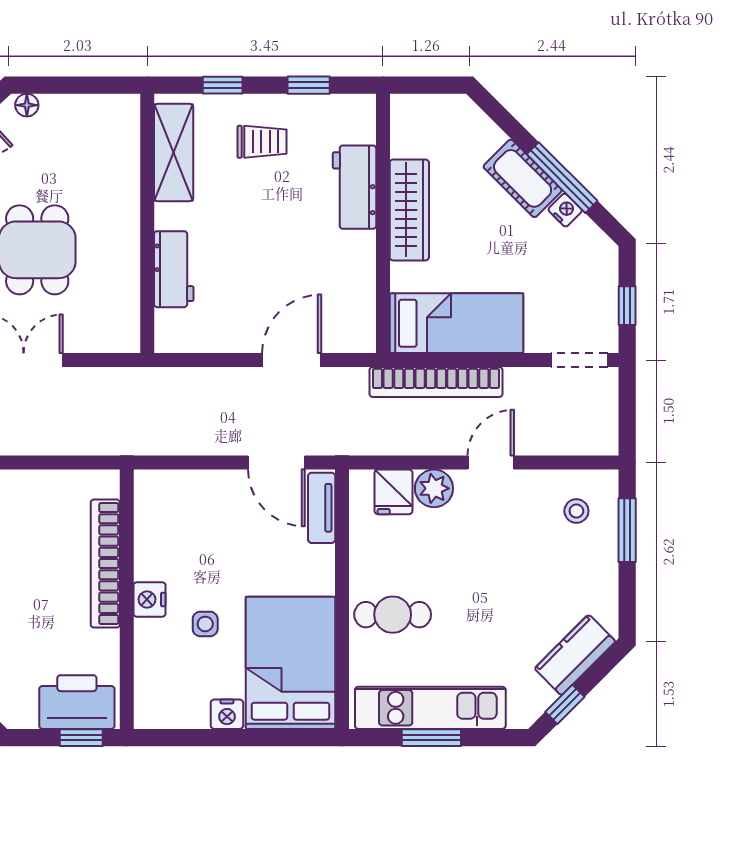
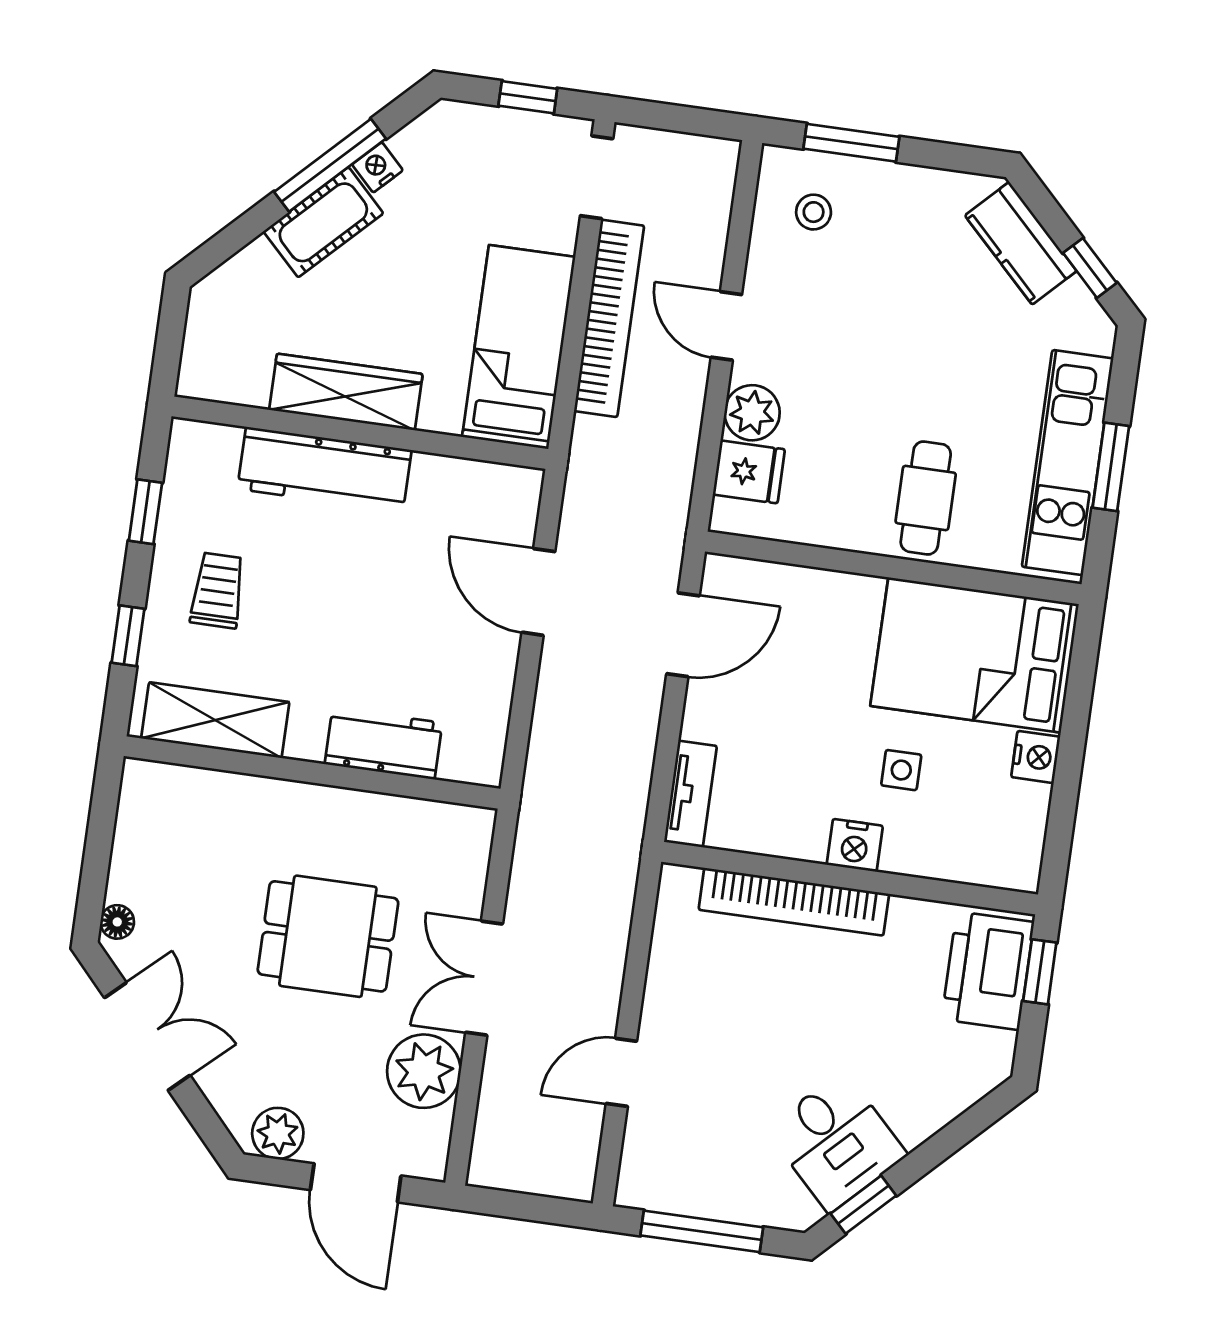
workbench: (354, 187) -> (324, 470), width x1.38
bookcase: (436, 382) -> (609, 318), moved
tv unit: (322, 508) -> (690, 794), moved, turned -90

